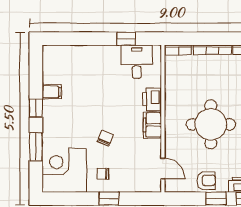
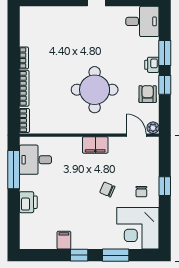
window: (126, 39) -> (14, 170), width x2.17
printer: (152, 99) -> (28, 202), moved, turned -90
door: (163, 169) -> (136, 135), hinge flipped
plant: (171, 186) -> (153, 128), added

